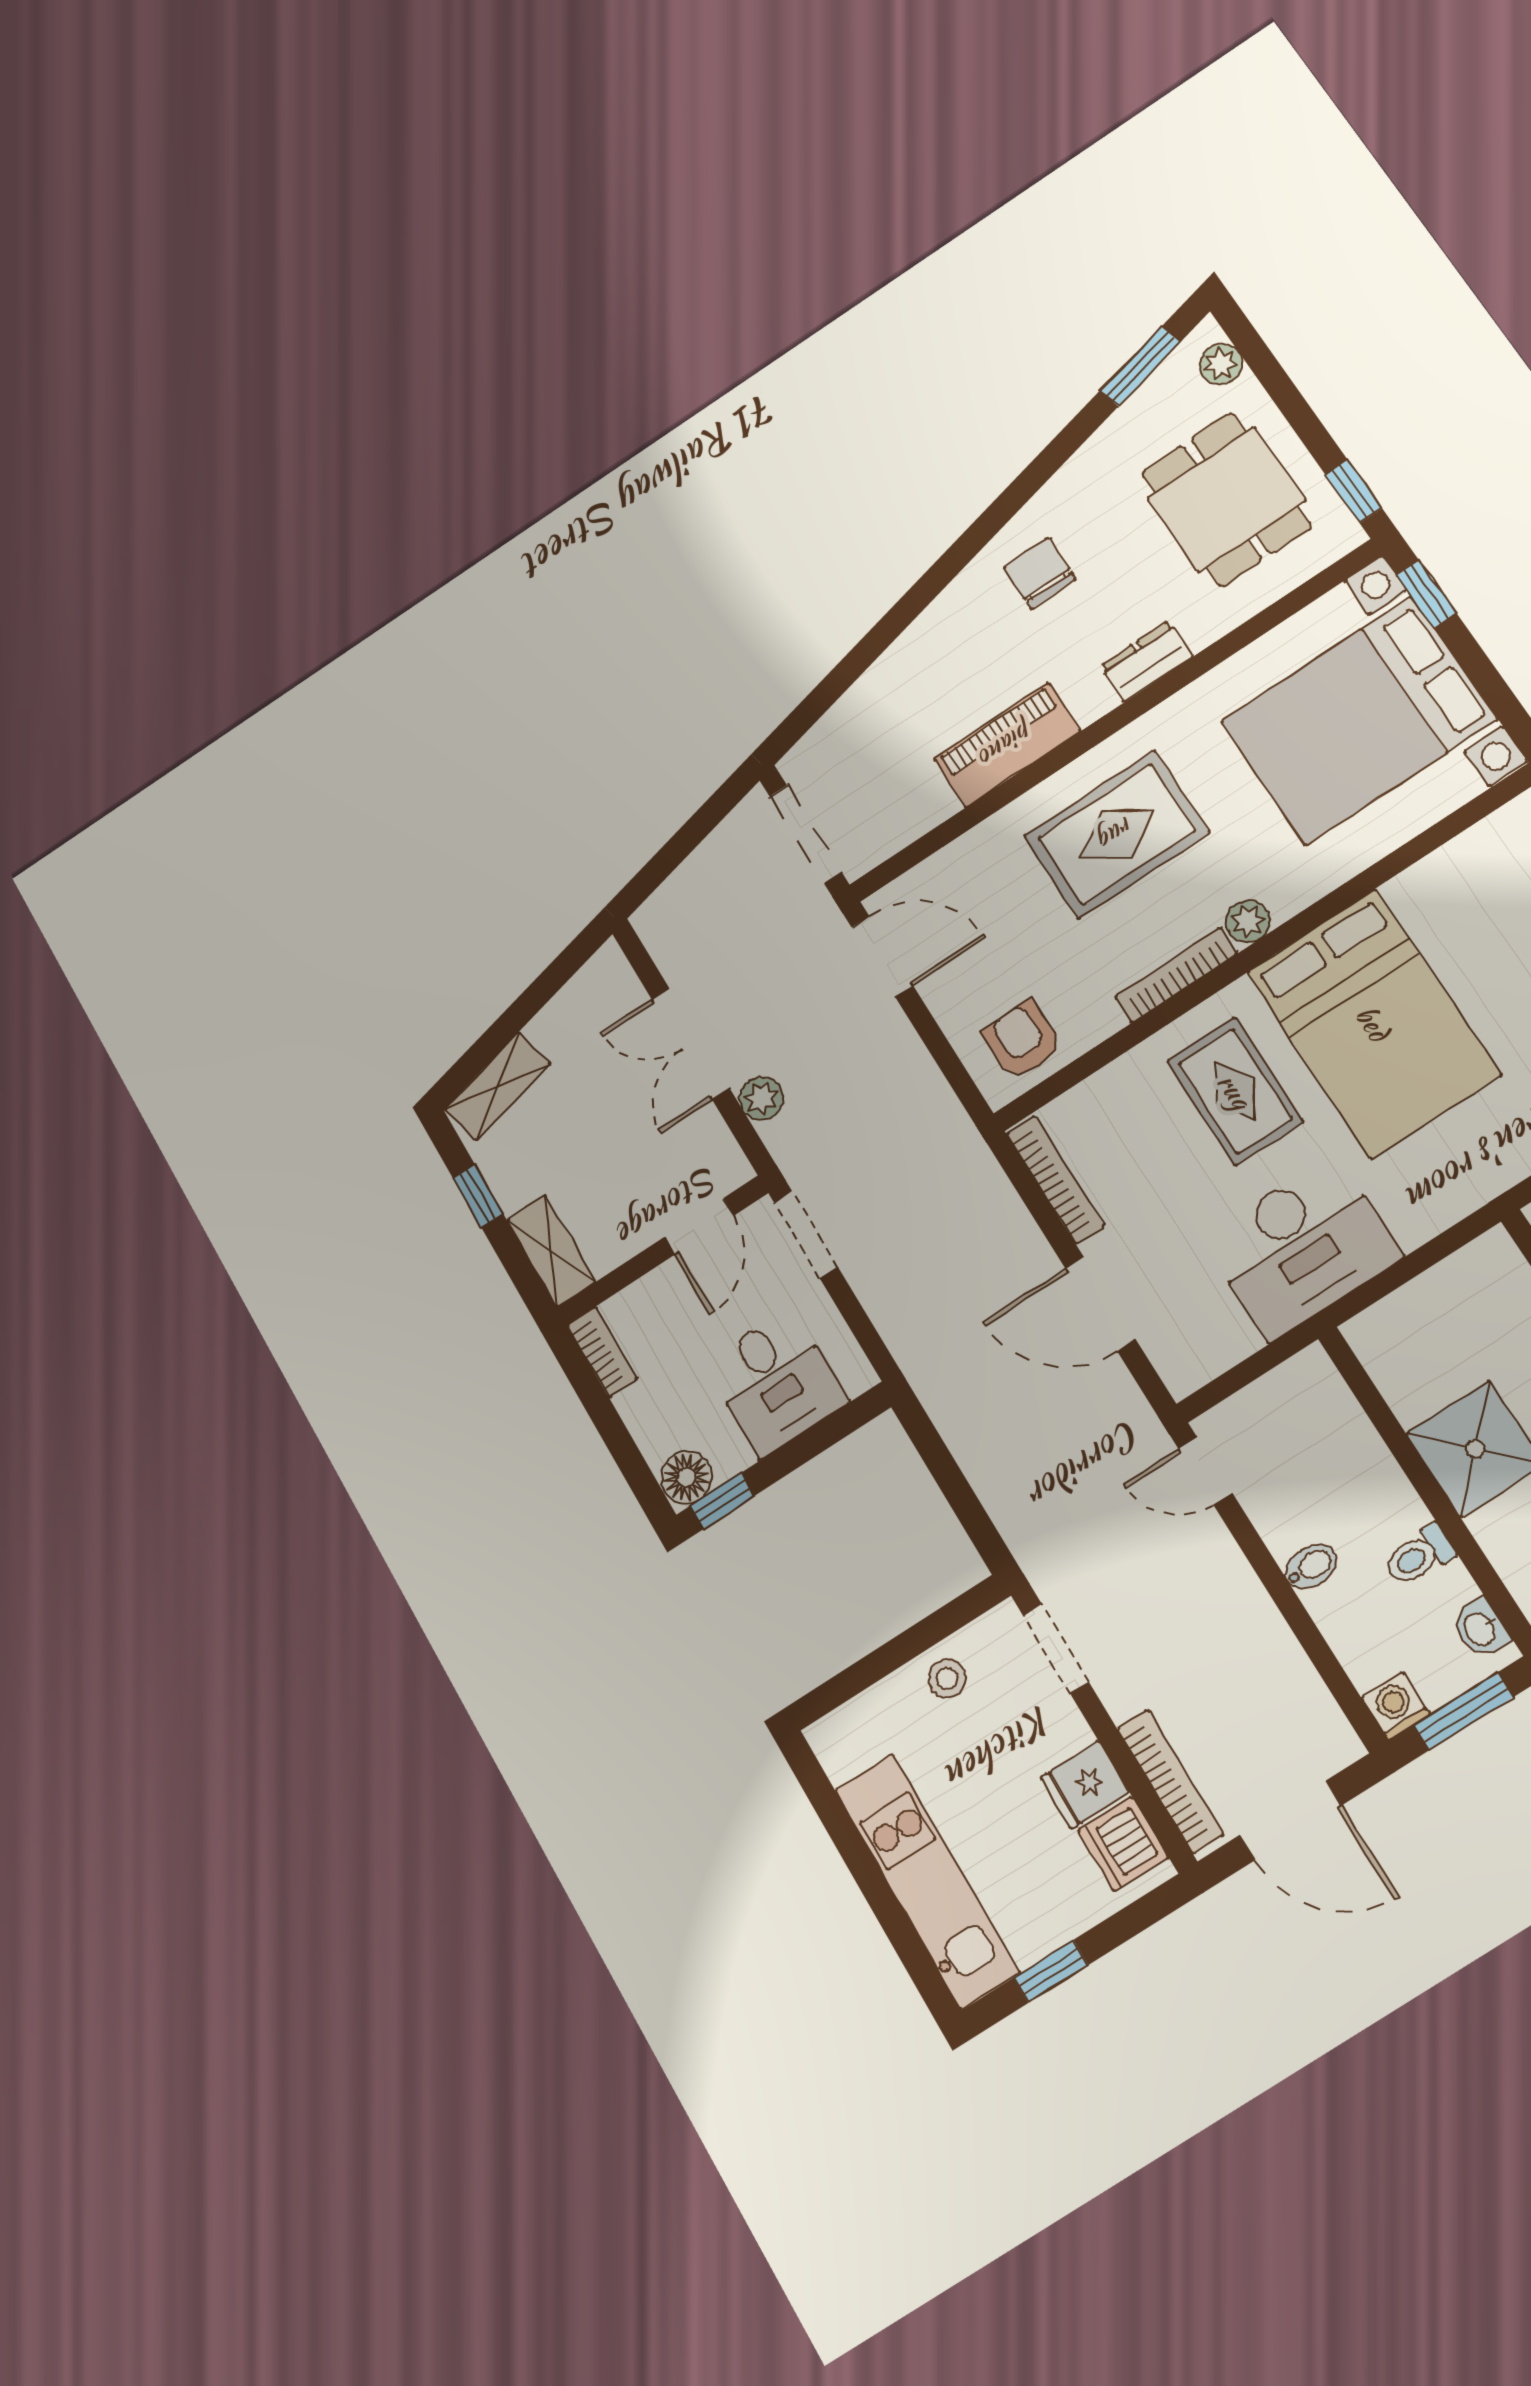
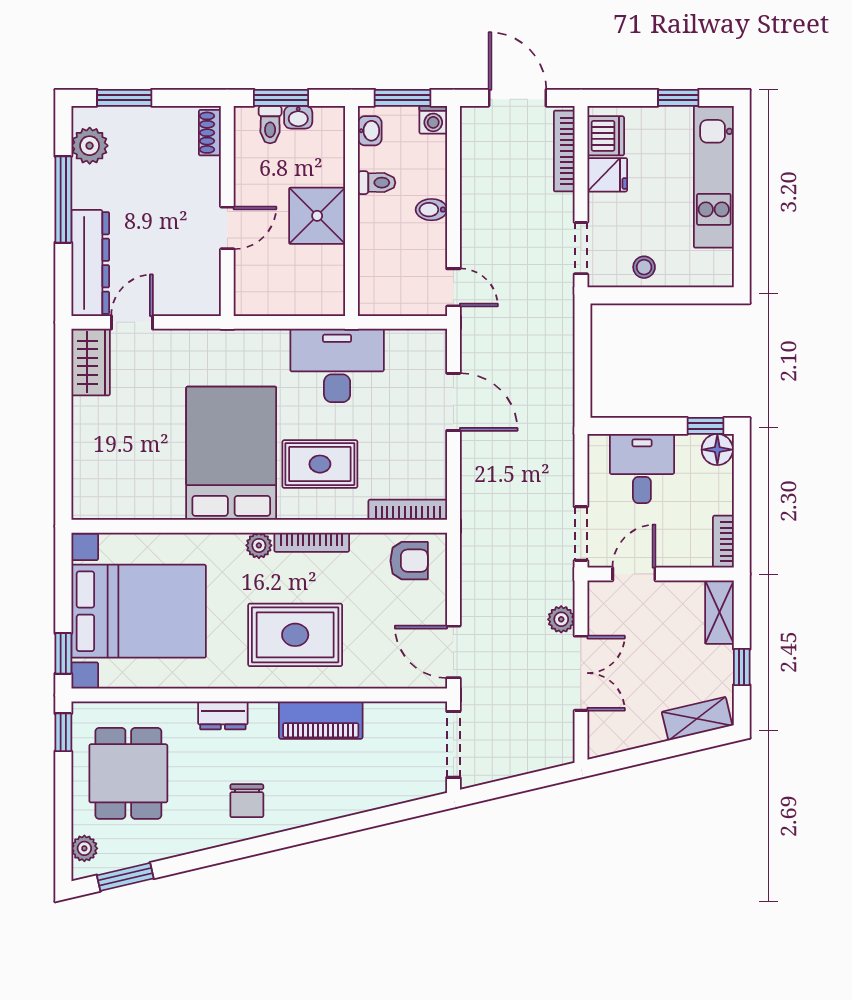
armchair: (1022, 1040) -> (409, 561), turned -90
rug: (1235, 1091) -> (320, 464), turned 90
bookcase: (1055, 1180) -> (408, 510), moved, turned 90

